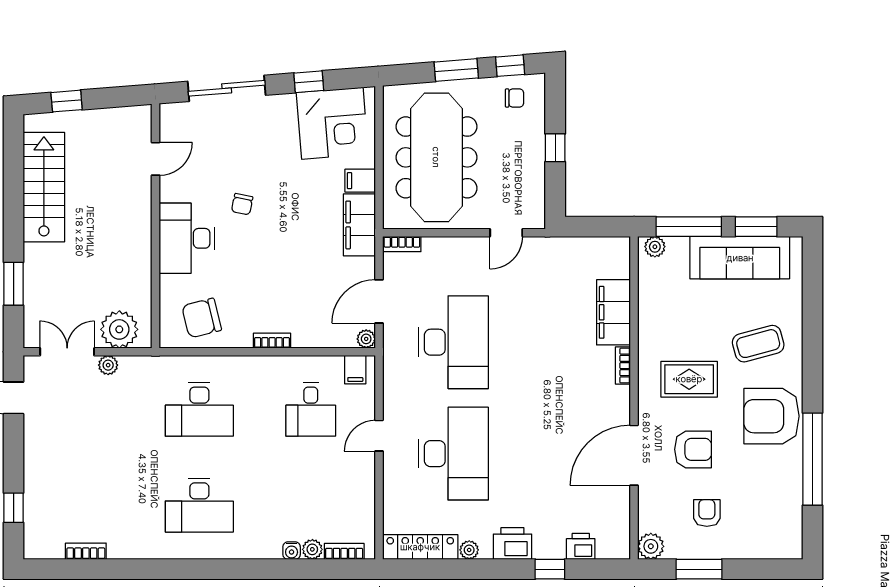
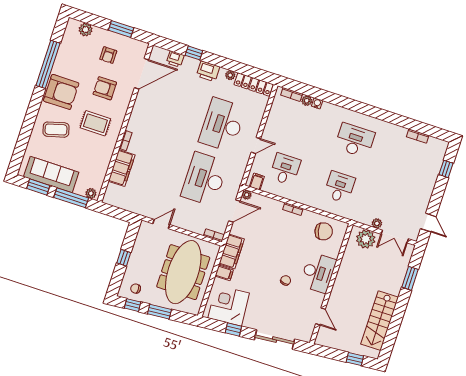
door: (156, 159) -> (321, 316), swing flipped
desk: (199, 409) -> (339, 187), width x0.73
door: (634, 455) -> (142, 74), moved
plant: (651, 546) -> (86, 30), moved

